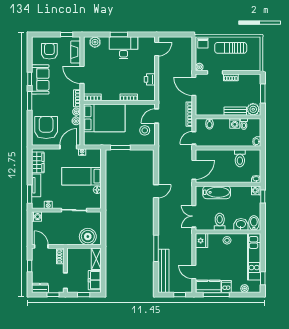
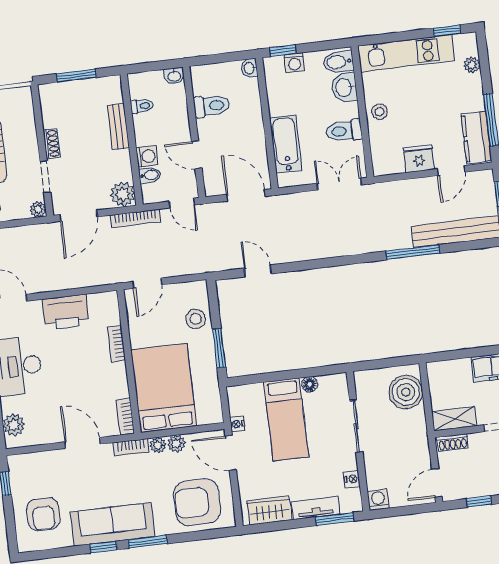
armchair: (49, 51) -> (43, 514), turned -90
fireplace: (76, 52) -> (38, 461), removed
door: (82, 75) -> (83, 443), swing flipped
sofa: (40, 79) -> (113, 524), width x1.36
printer: (150, 79) -> (66, 312), width x1.87, depth x1.48
plant: (253, 109) -> (123, 194), moved
door: (157, 116) -> (147, 283), hinge flipped
washing machine: (235, 123) -> (147, 156), moved
stool: (145, 130) -> (196, 319), moved
door: (217, 148) -> (197, 155), added
washing machine: (256, 190) -> (294, 63), moved
door: (156, 191) -> (258, 271), moved
double door: (194, 216) -> (339, 184), swing flipped
fridge: (202, 241) -> (419, 159), moved
shelving: (96, 259) -> (454, 419), moved
dishwasher: (226, 286) -> (472, 102), removed

